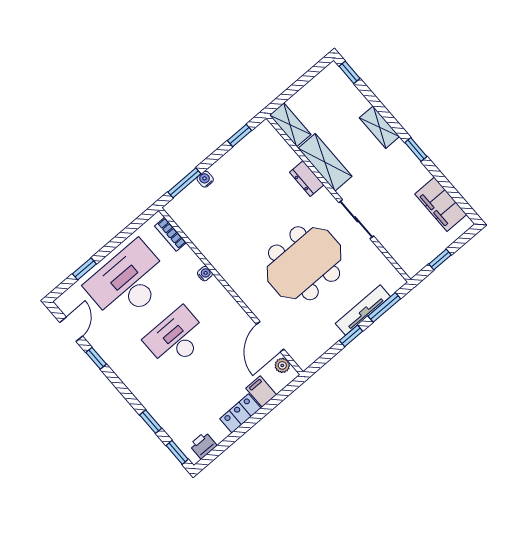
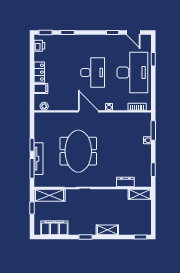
shelving: (325, 162) -> (49, 195), moved
dresser: (307, 178) -> (125, 182), moved
door: (270, 337) -> (88, 111), moved

